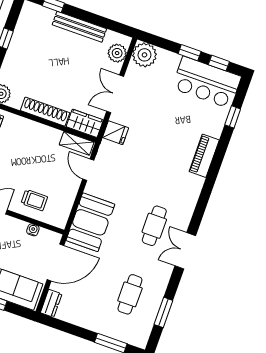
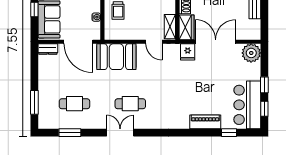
plant: (117, 53) -> (246, 33), removed
double door: (115, 94) -> (216, 42), width x1.37
piano: (204, 156) -> (205, 122), moved
door: (88, 170) -> (154, 42), swing flipped

